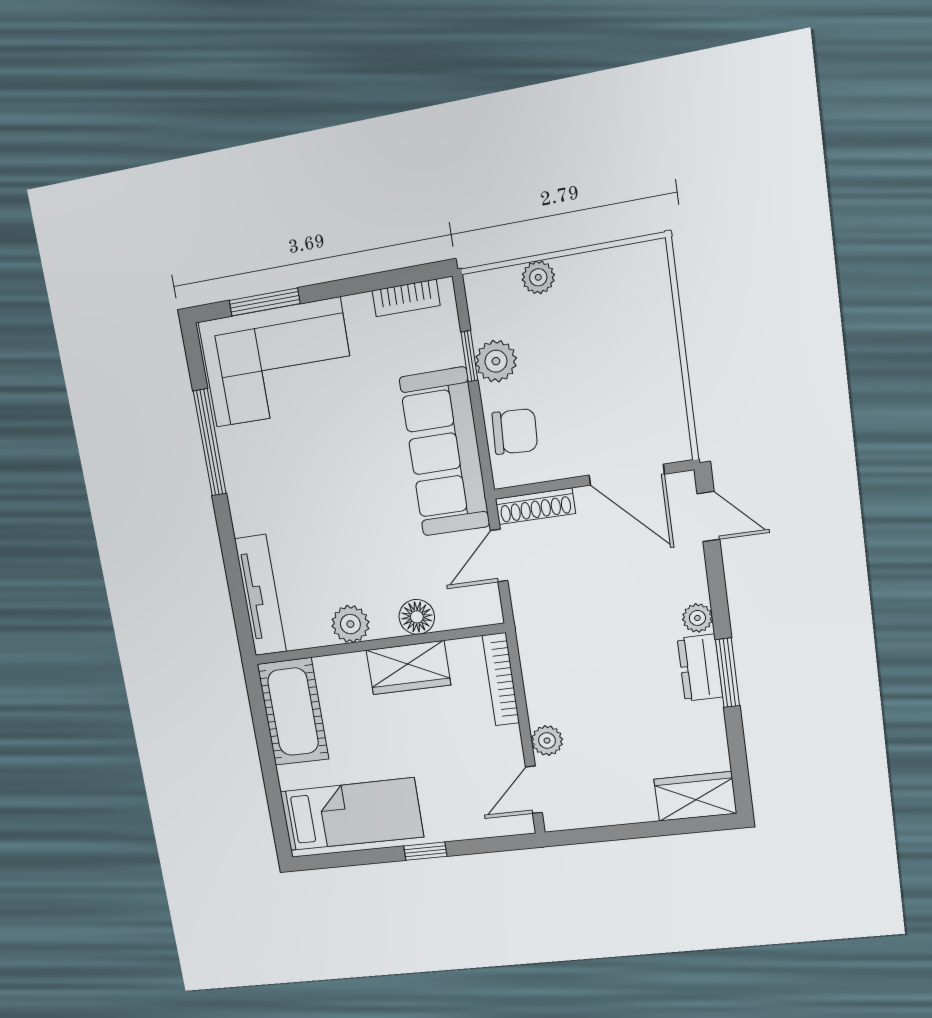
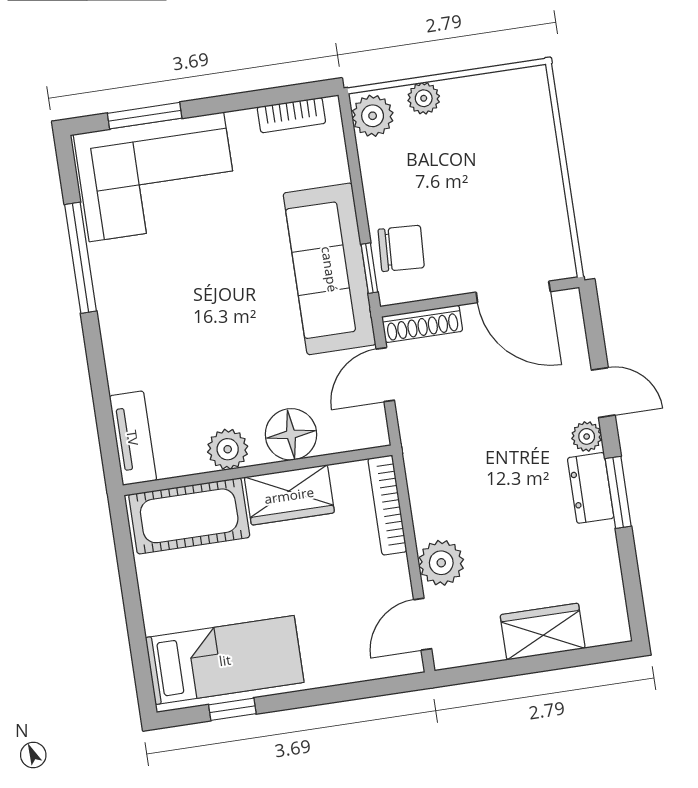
window: (469, 356) -> (369, 268), moved
plant: (496, 361) -> (373, 116), moved
door: (708, 517) -> (603, 393), moved
tv unit: (260, 595) -> (133, 438), width x0.71
floor lamp: (417, 617) -> (291, 434), width x1.38, depth x1.38
cot: (293, 712) -> (189, 516), moved, turned 90
plant: (547, 741) -> (441, 563), width x1.38, depth x1.38
wardrobe: (695, 796) -> (543, 632), moved
window: (425, 851) -> (232, 709), moved

